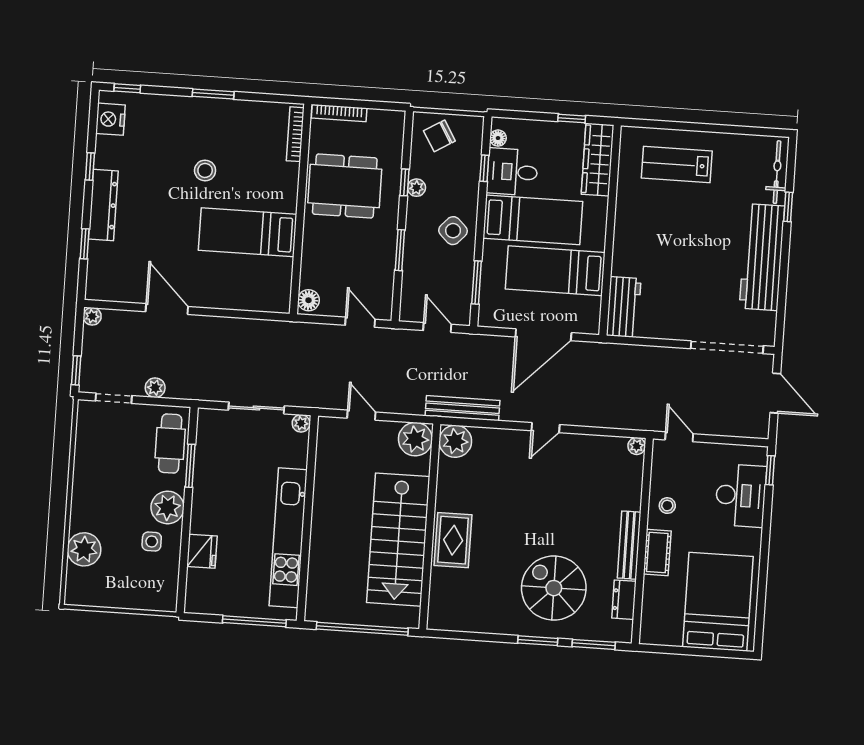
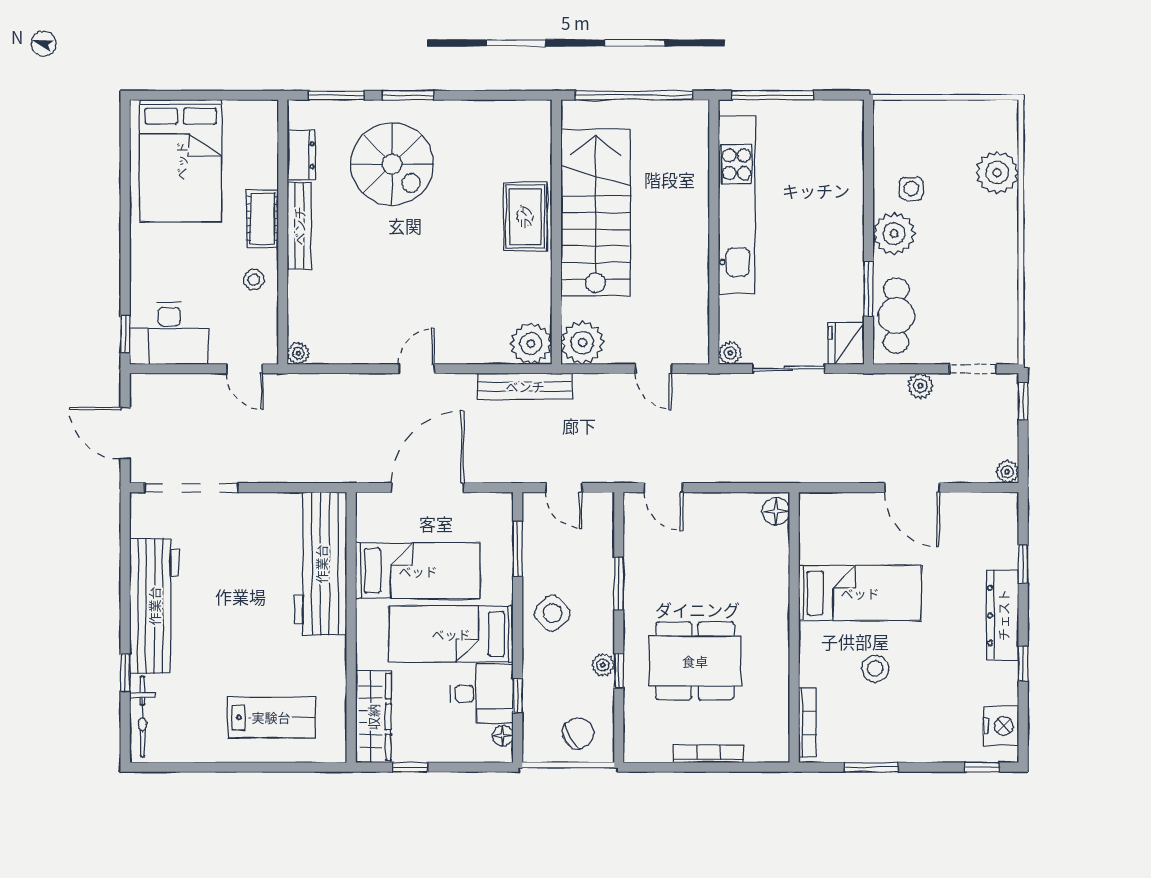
bookcase: (295, 134) -> (808, 723), moved
wall: (301, 209) -> (794, 627), moved
bed: (248, 232) -> (860, 593), moved
floor lamp: (308, 300) -> (776, 511), moved
workbench: (624, 307) -> (321, 564), width x1.87, depth x1.32
desk: (741, 495) -> (169, 333), moved, turned -90
fridge: (202, 551) -> (846, 343), moved

